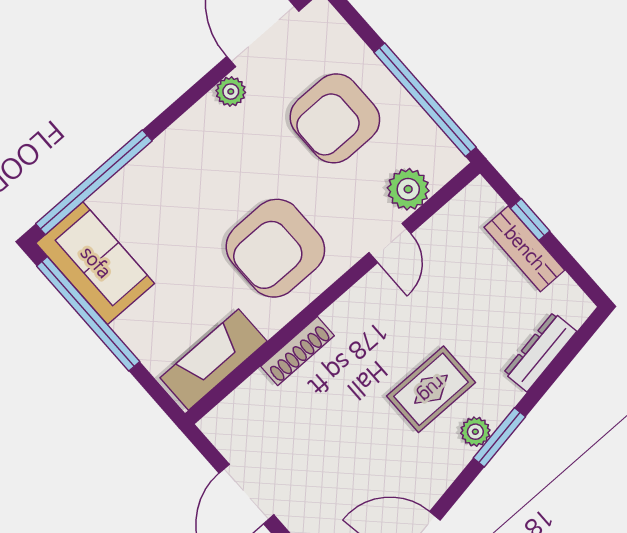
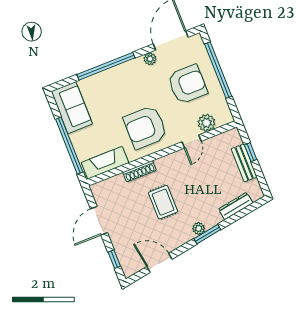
window: (425, 100) -> (218, 70), moved
armchair: (335, 118) -> (187, 84), turned 180
window: (94, 182) -> (106, 66), moved
window: (88, 314) -> (69, 146), moved
rug: (431, 389) -> (163, 202), moved, turned 90

